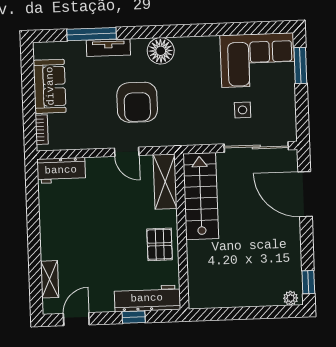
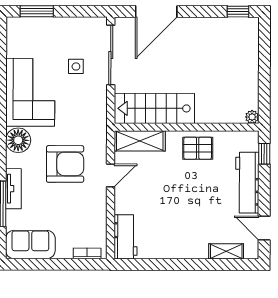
corner sofa: (258, 60) -> (30, 92), moved
sofa: (50, 86) -> (30, 245), moved
workbench: (147, 298) -> (247, 183), moved
plant: (291, 298) -> (252, 117), moved
window: (134, 317) -> (264, 154), moved

